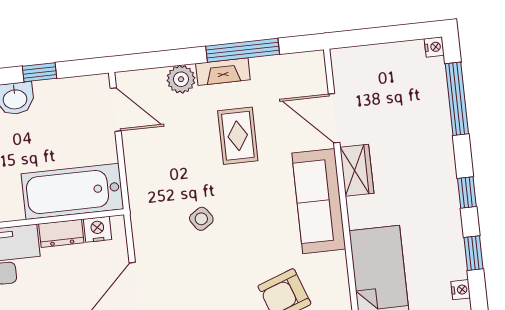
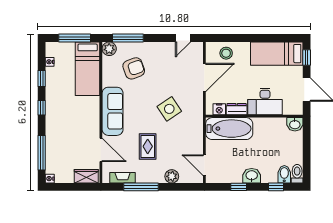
fireplace: (223, 72) -> (123, 178), moved
wardrobe: (357, 170) -> (86, 176), moved, turned 90
side table: (201, 219) -> (169, 109), width x1.87, depth x1.87

